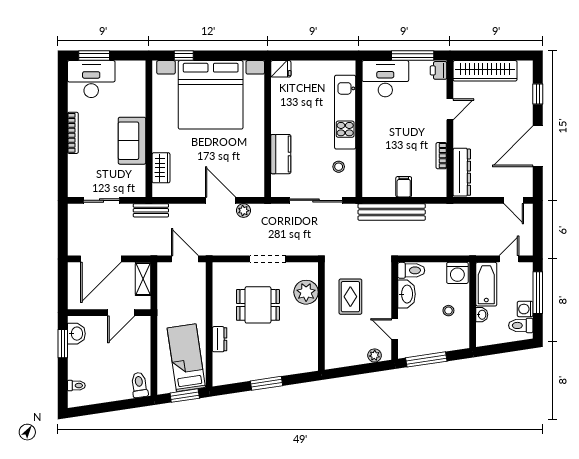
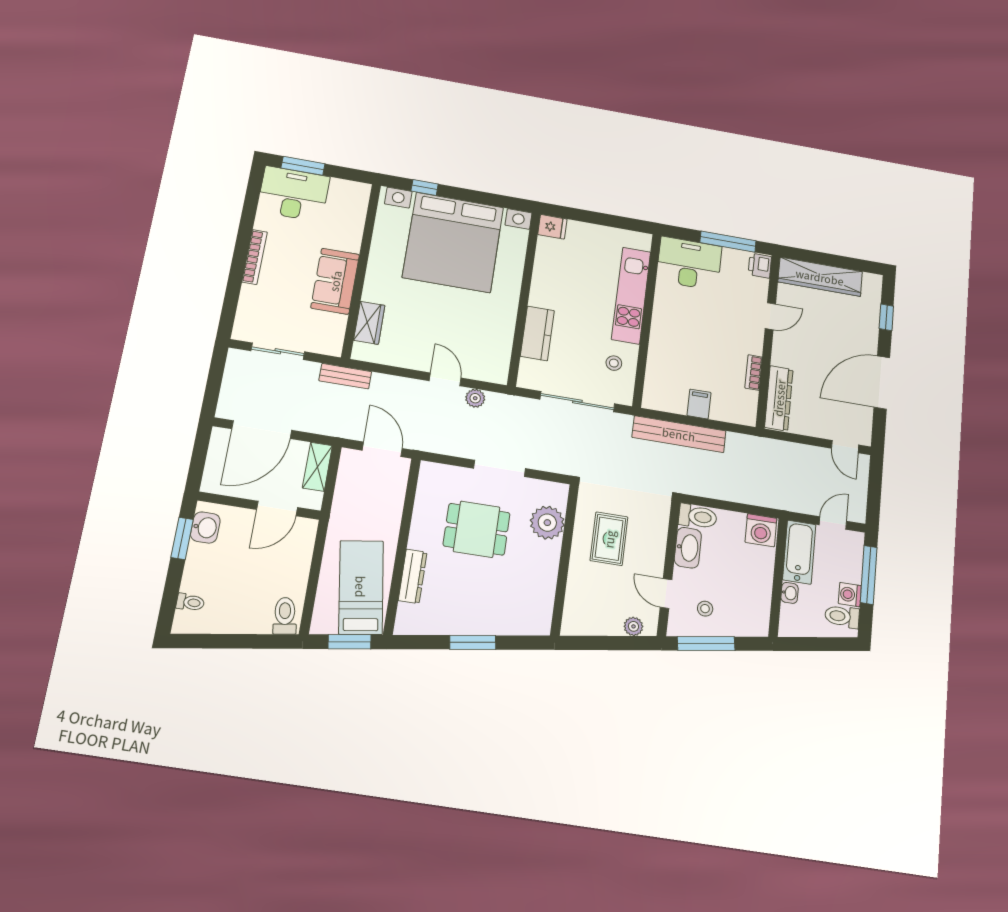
door: (220, 200) -> (445, 379), width x0.73
stool: (448, 311) -> (705, 609), moved
dresser: (220, 339) -> (413, 576), width x1.44

